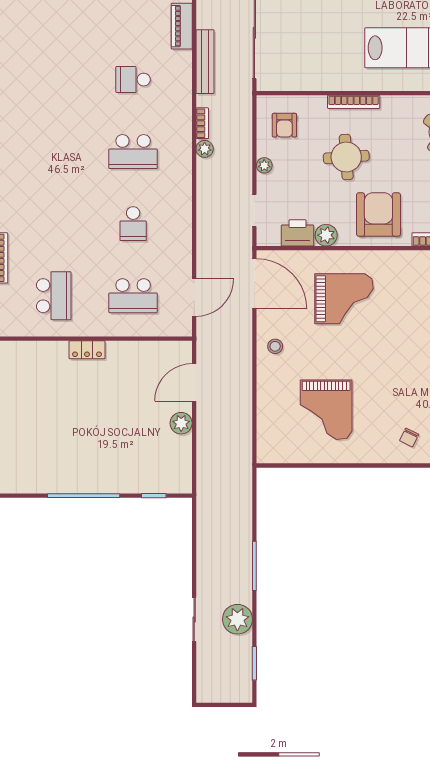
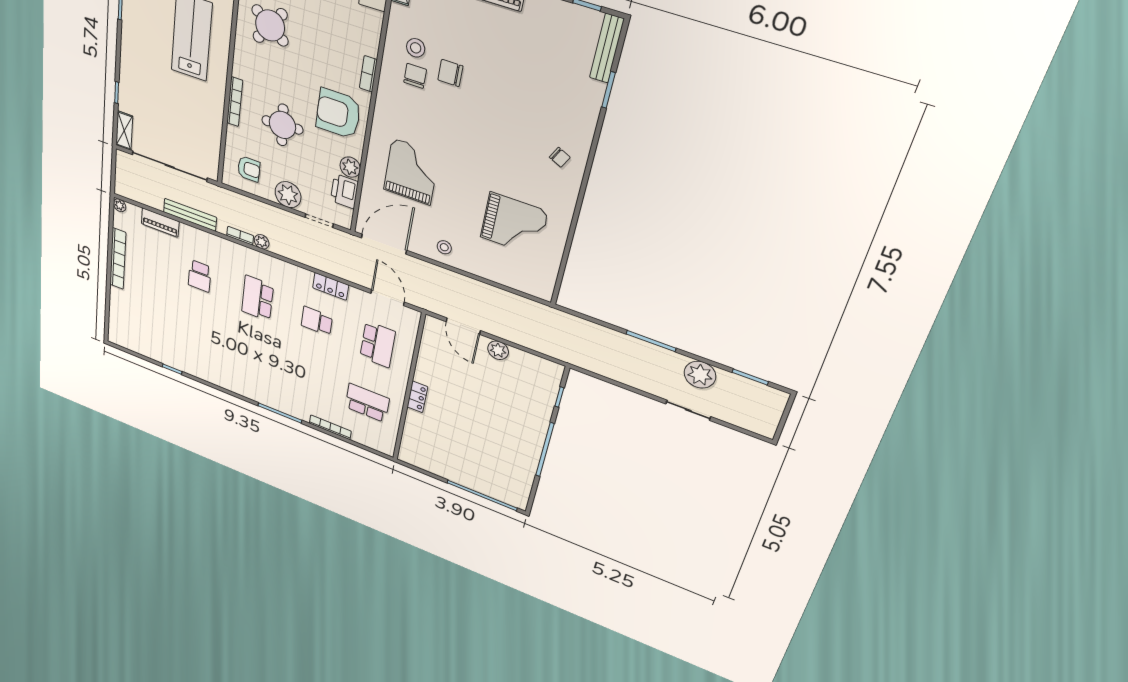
school desk: (133, 152) -> (257, 298), turned 180
plant: (264, 165) -> (288, 195), width x1.87, depth x1.87
school desk: (133, 224) -> (317, 321), turned 180
locker: (182, 233) -> (331, 286), added

